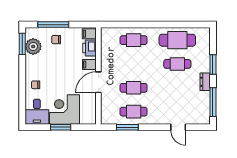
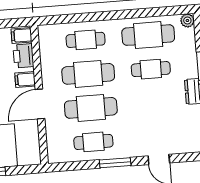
plant: (205, 32) -> (187, 20), added
cafe table: (134, 64) -> (88, 74), added
cafe table: (134, 88) -> (91, 108), width x1.37, depth x1.35
window: (127, 127) -> (115, 163), moved

